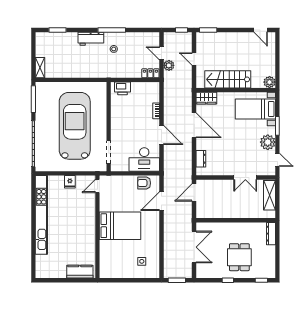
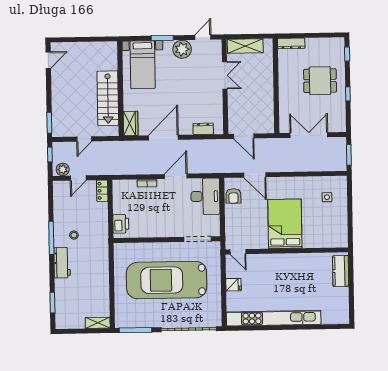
plant: (169, 65) -> (63, 169), moved
plant: (270, 82) -> (110, 48), removed

